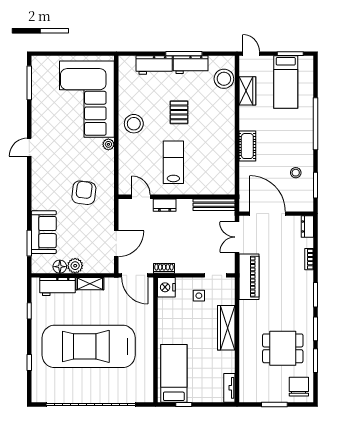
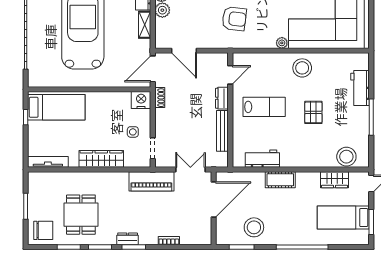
workbench: (191, 65) -> (262, 159), moved, turned 90
pallet: (179, 112) -> (313, 112), turned 90
stool: (296, 173) -> (254, 227), width x1.89, depth x1.89
bench: (214, 205) -> (222, 131), moved
dresser: (307, 227) -> (128, 239), moved
tv unit: (229, 388) -> (48, 162), width x1.41

